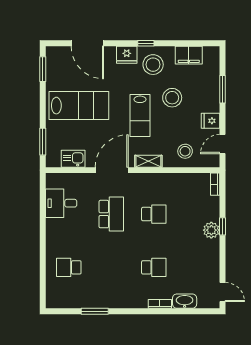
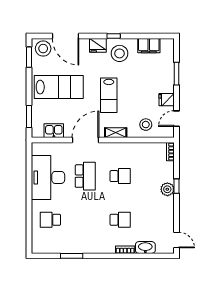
stool: (172, 98) -> (43, 49), moved
desk: (61, 203) -> (48, 177), width x1.87, depth x1.30

